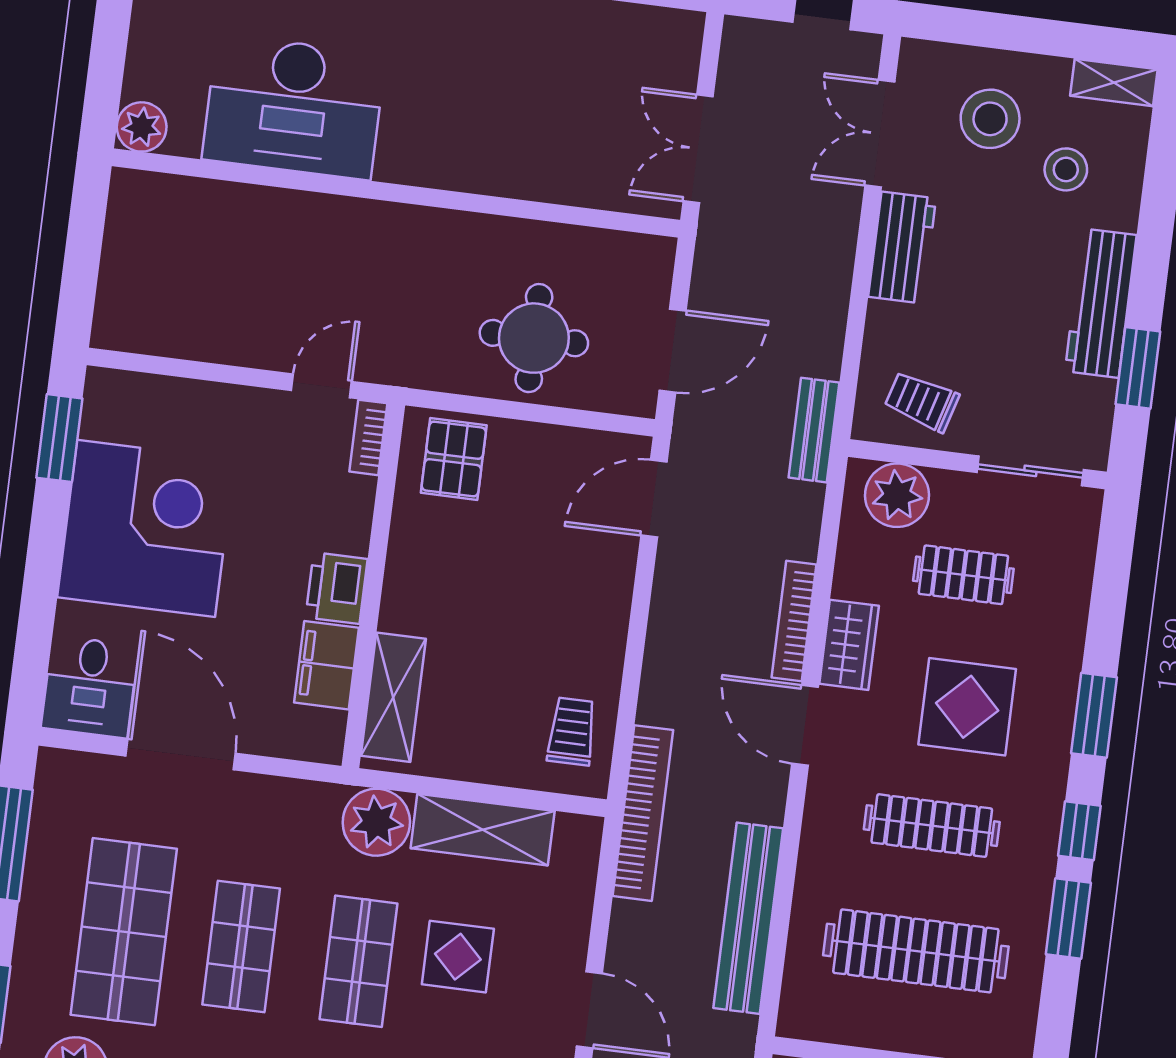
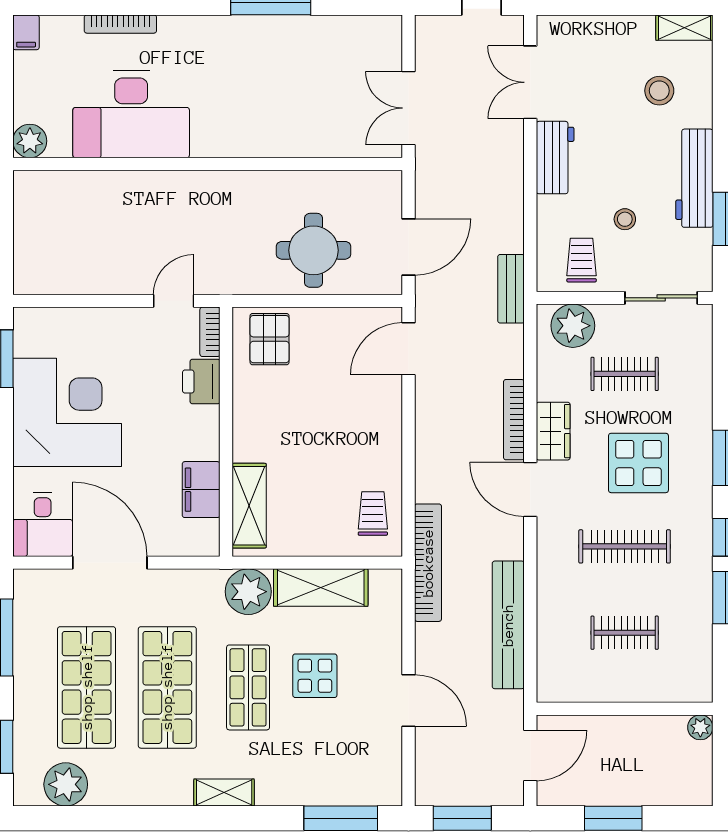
stool: (990, 119) -> (625, 219), moved, width x0.53, depth x0.53
trolley: (922, 401) -> (582, 260), turned 74
printer: (337, 588) -> (201, 382), moved
shop shelf: (241, 947) -> (167, 687), width x1.43, depth x1.36
clothes rail: (916, 951) -> (625, 633), width x0.54, depth x0.76

